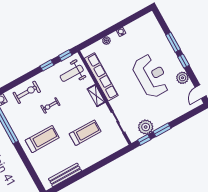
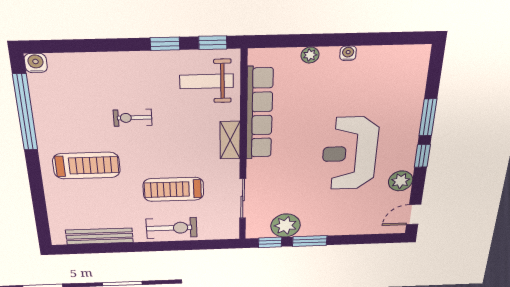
reception desk: (151, 76) -> (350, 154), turned 180
exercise bike: (27, 92) -> (172, 228), moved
treadmill: (85, 133) -> (173, 189), turned 180

